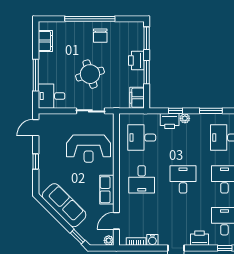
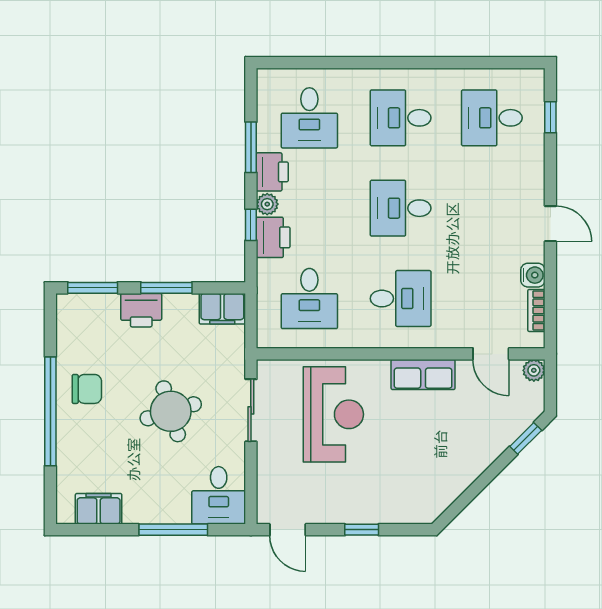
sofa: (64, 205) -> (457, 468), removed
printer: (199, 238) -> (272, 172), moved, turned 180

